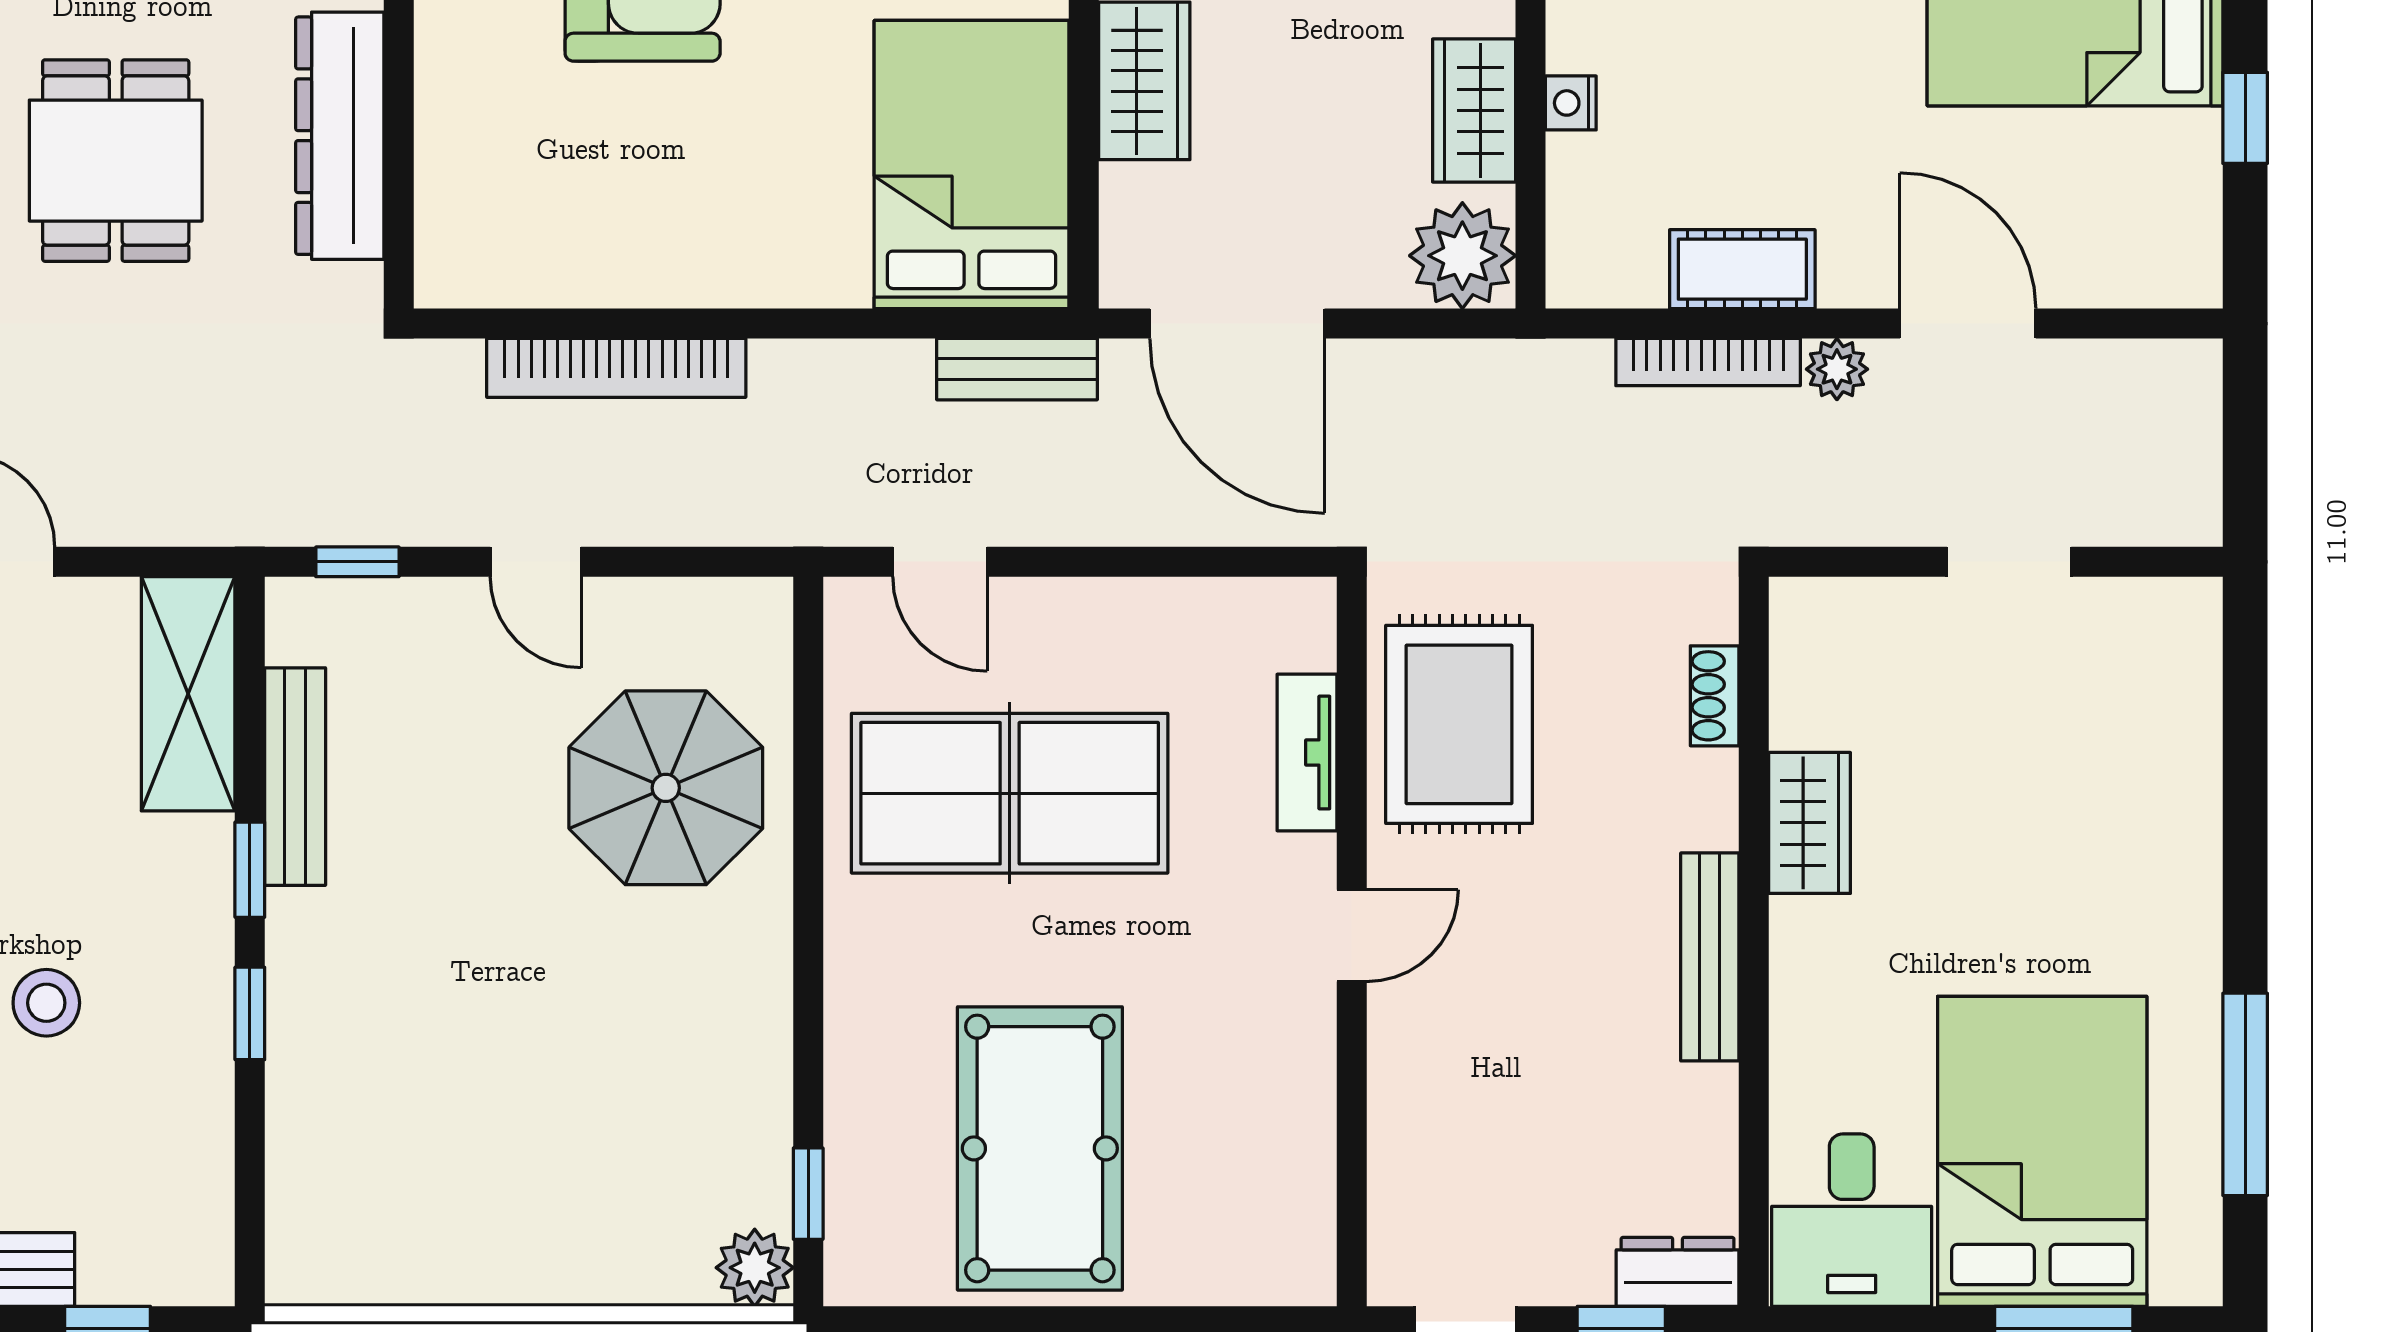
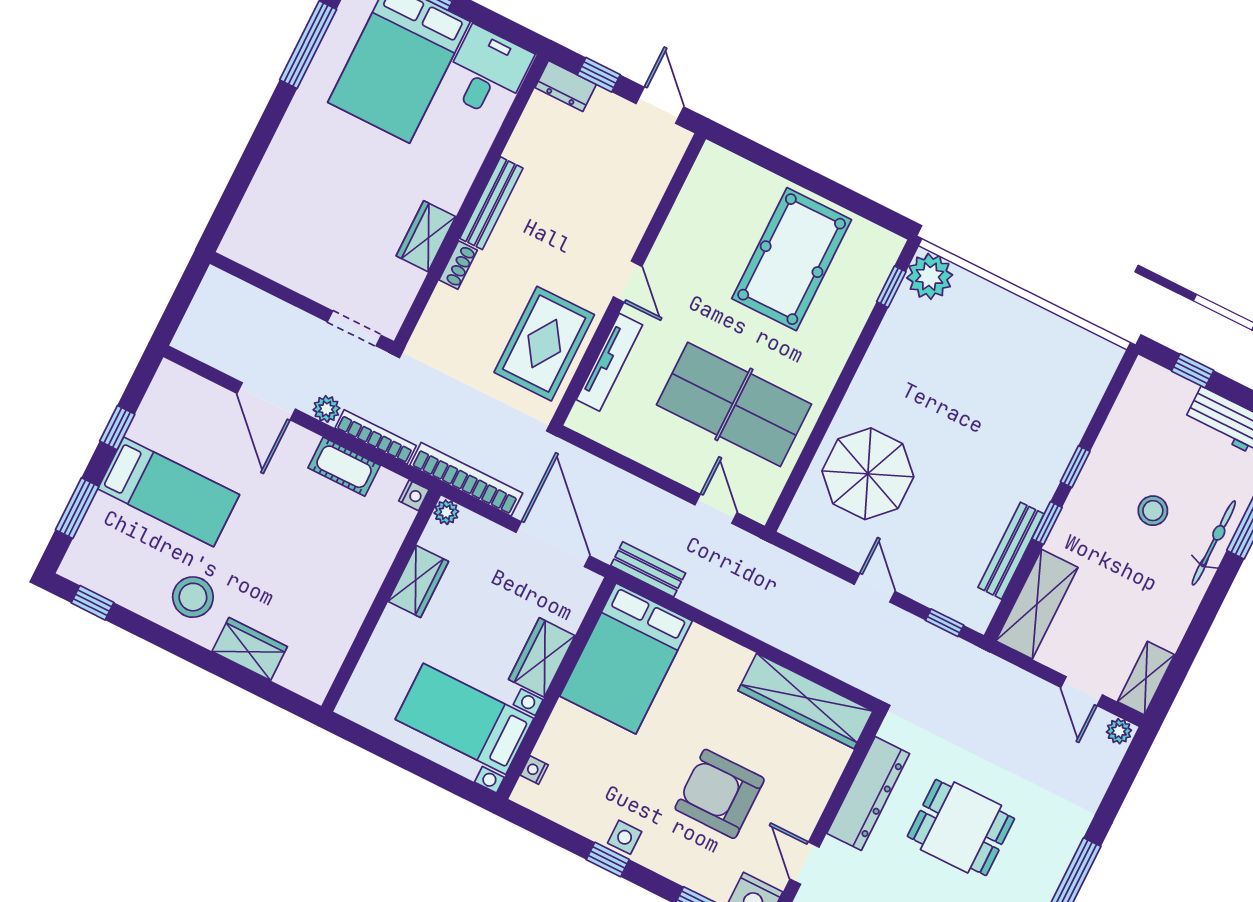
nightstand: (1571, 103) -> (414, 495), moved
dining table: (116, 161) -> (961, 827), turned 90
plant: (1462, 256) -> (446, 512), width x0.53, depth x0.53
wardrobe: (562, 261) -> (805, 701), added
bookcase: (616, 368) -> (466, 479), moved
doorway: (2009, 562) -> (354, 328), moved
shoe rack: (1715, 696) -> (458, 265), moved
tv unit: (1307, 753) -> (609, 362), width x1.41
door: (1352, 936) -> (628, 282), swing flipped
plant: (755, 1268) -> (930, 276), width x1.36, depth x1.36

